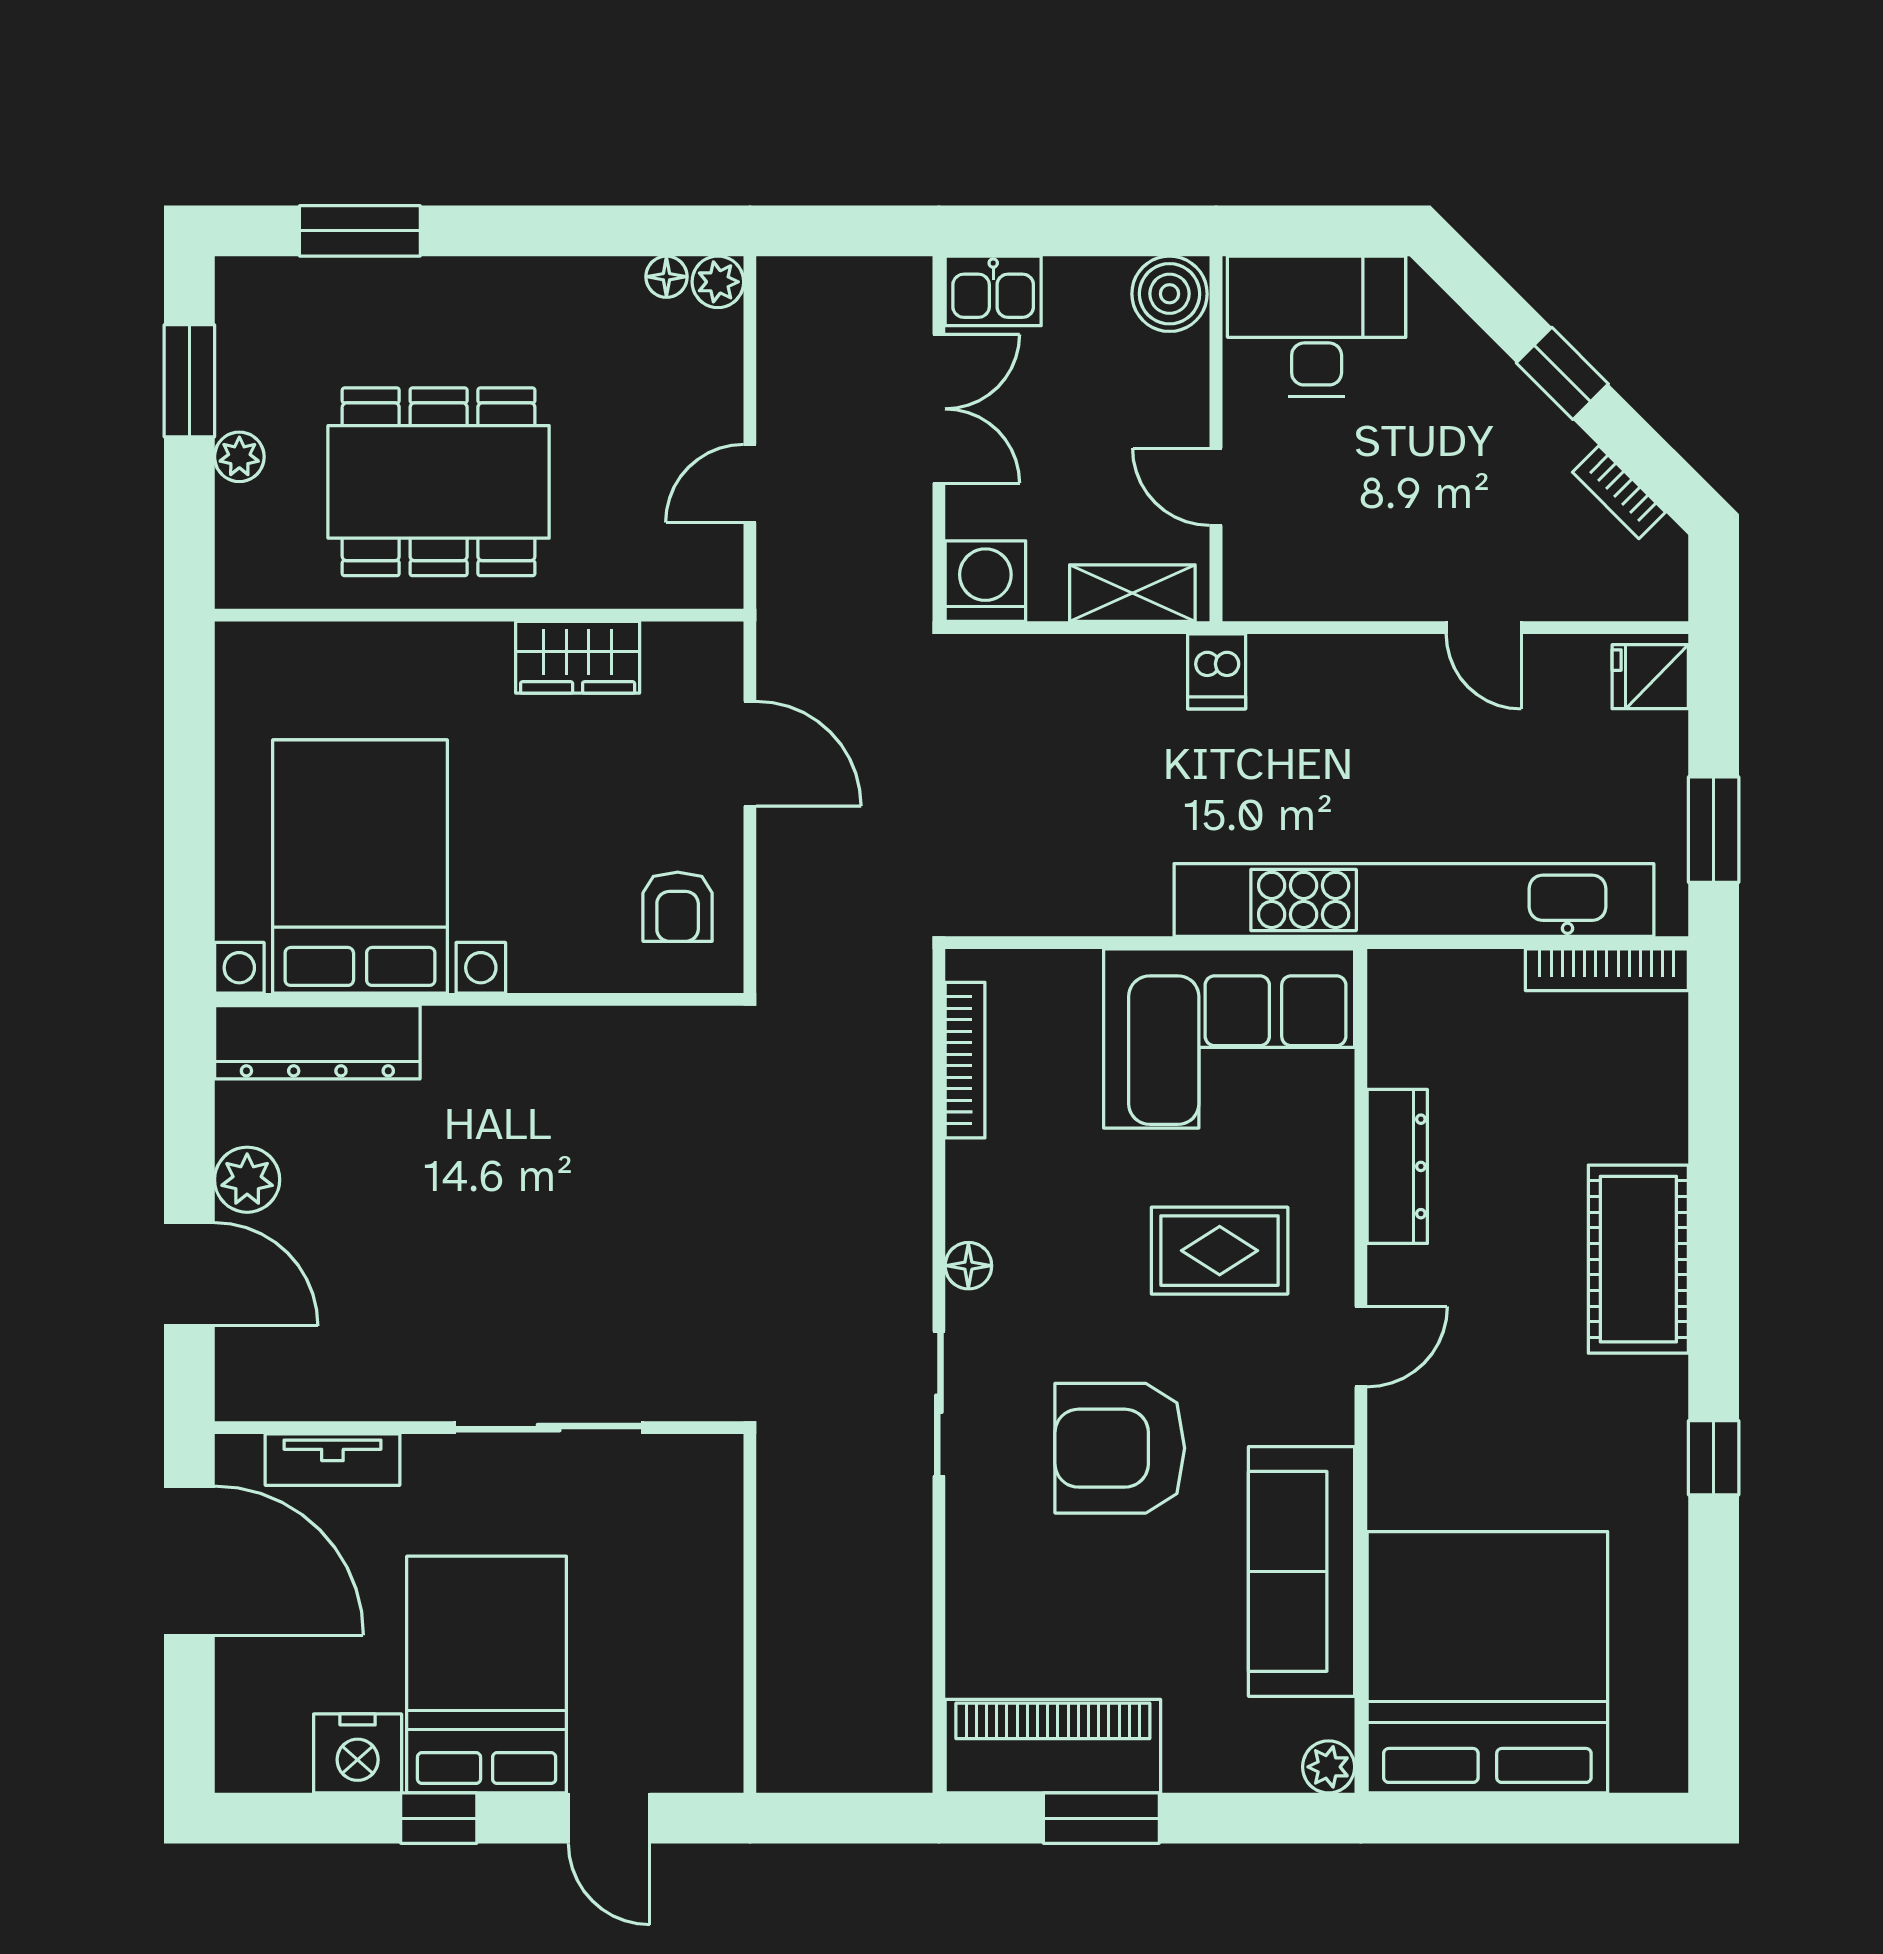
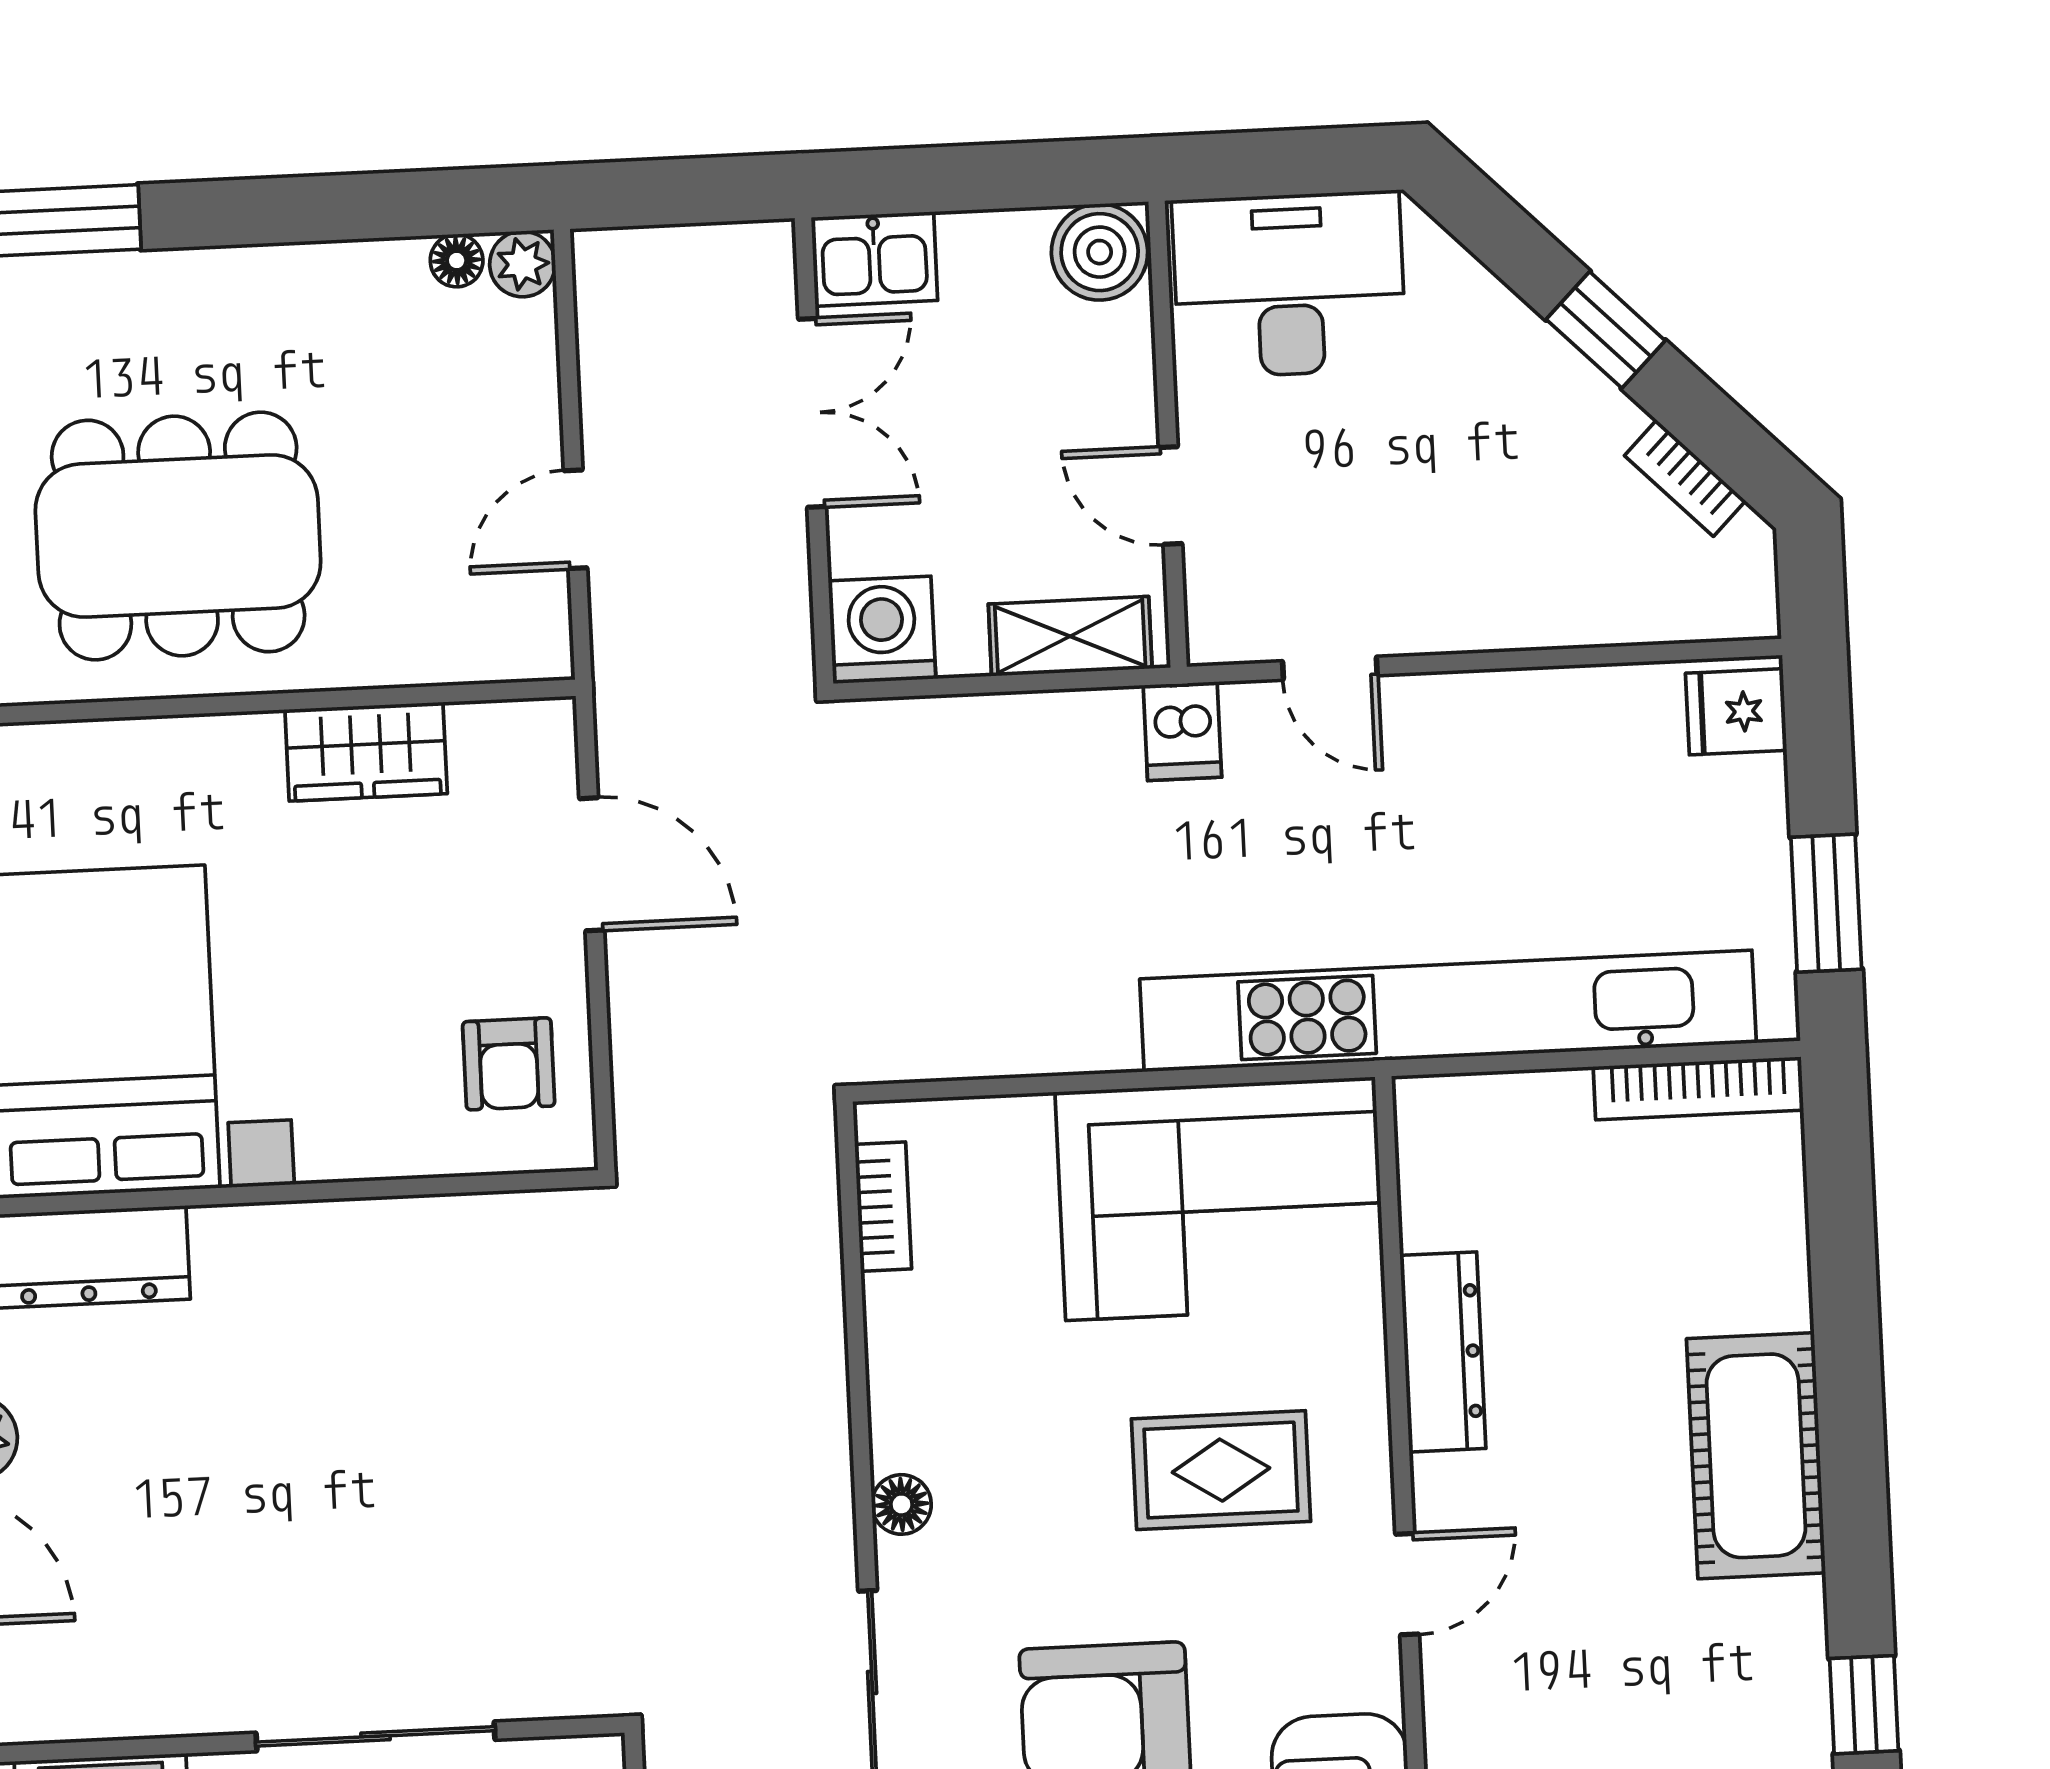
door: (1484, 628) -> (1330, 668), moved
bookcase: (965, 1060) -> (883, 1207), width x0.64

